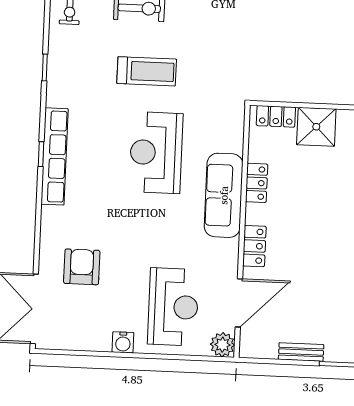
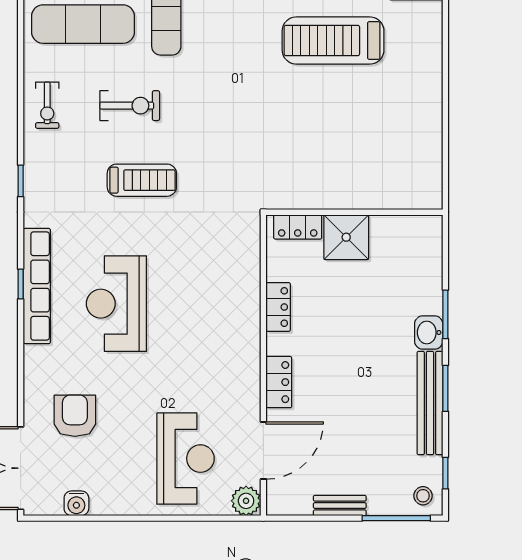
reception desk: (156, 153) -> (116, 304), moved
sofa: (224, 195) -> (240, 323), removed
water cooler: (123, 342) -> (76, 503), moved

